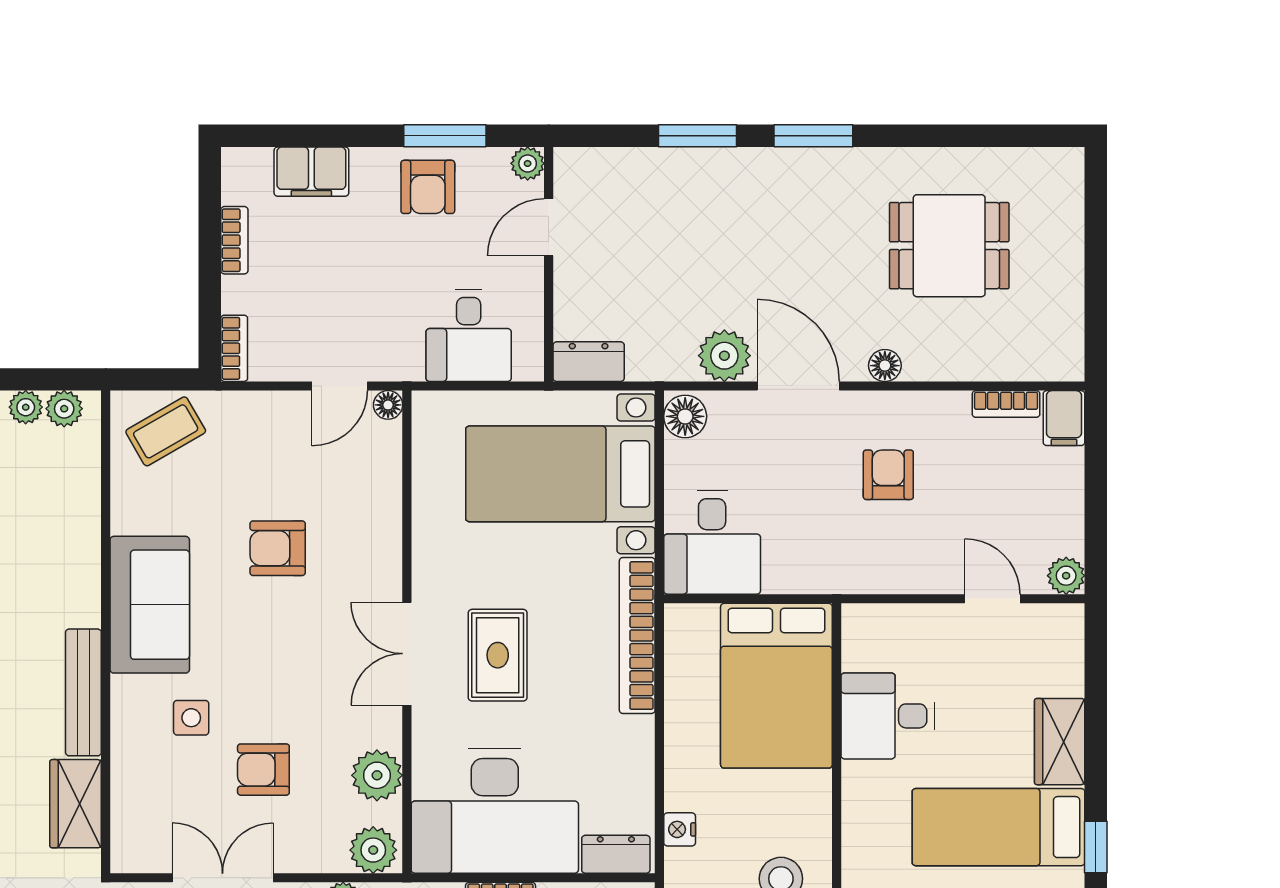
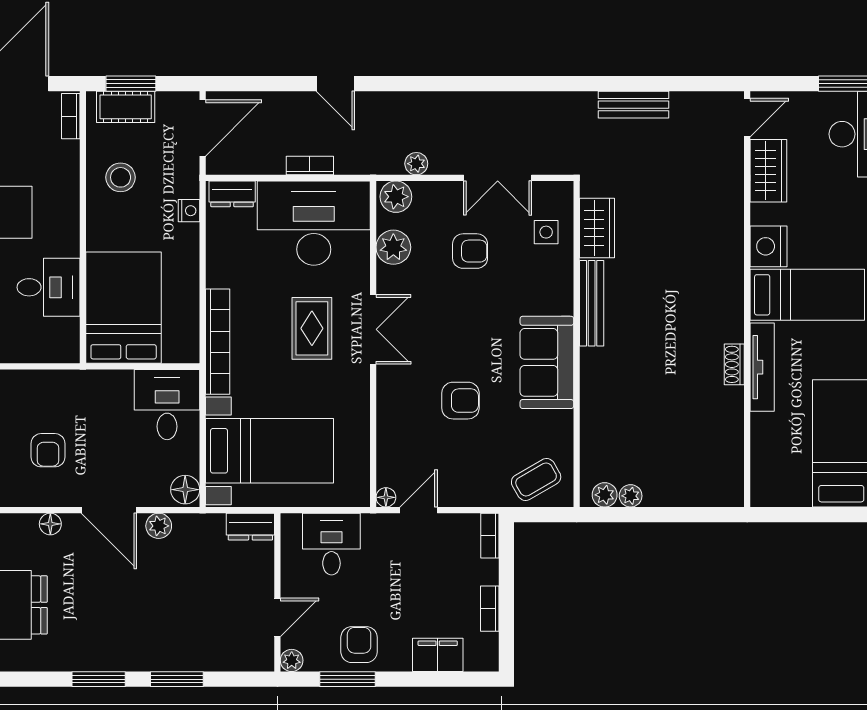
plant: (724, 356) -> (159, 526), width x0.73, depth x0.73
side table: (191, 718) -> (546, 232), moved

